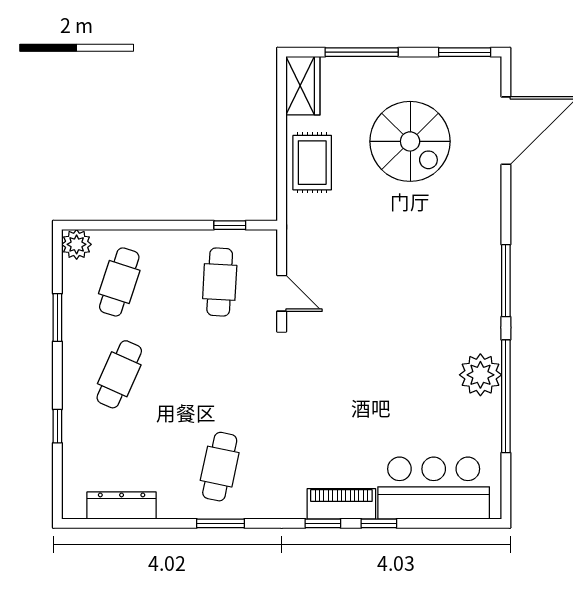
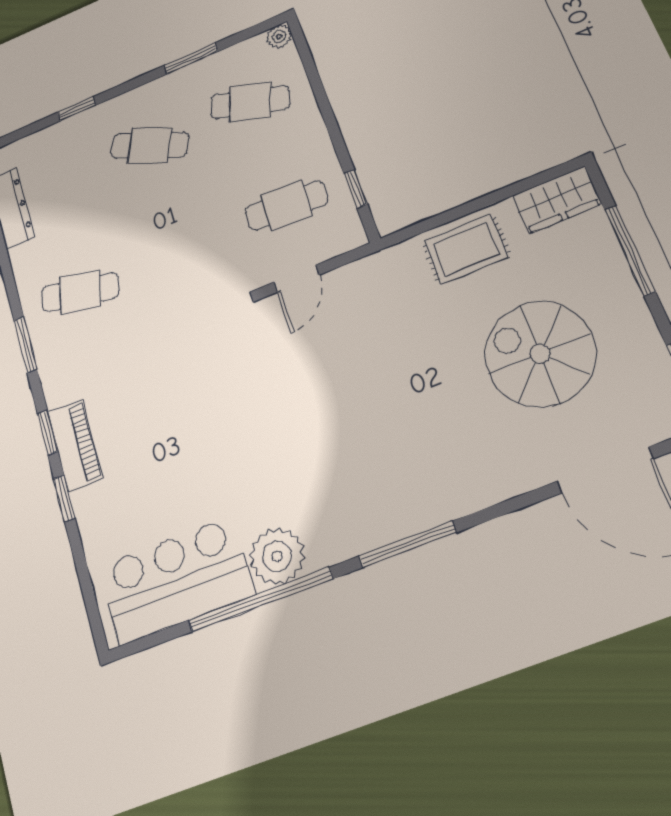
spiral stairs: (410, 141) -> (540, 354), turned 90
plant: (77, 244) -> (279, 36), width x0.73, depth x0.73
bar counter: (434, 488) -> (176, 581), moved, turned -90
window: (221, 523) -> (25, 344), moved

